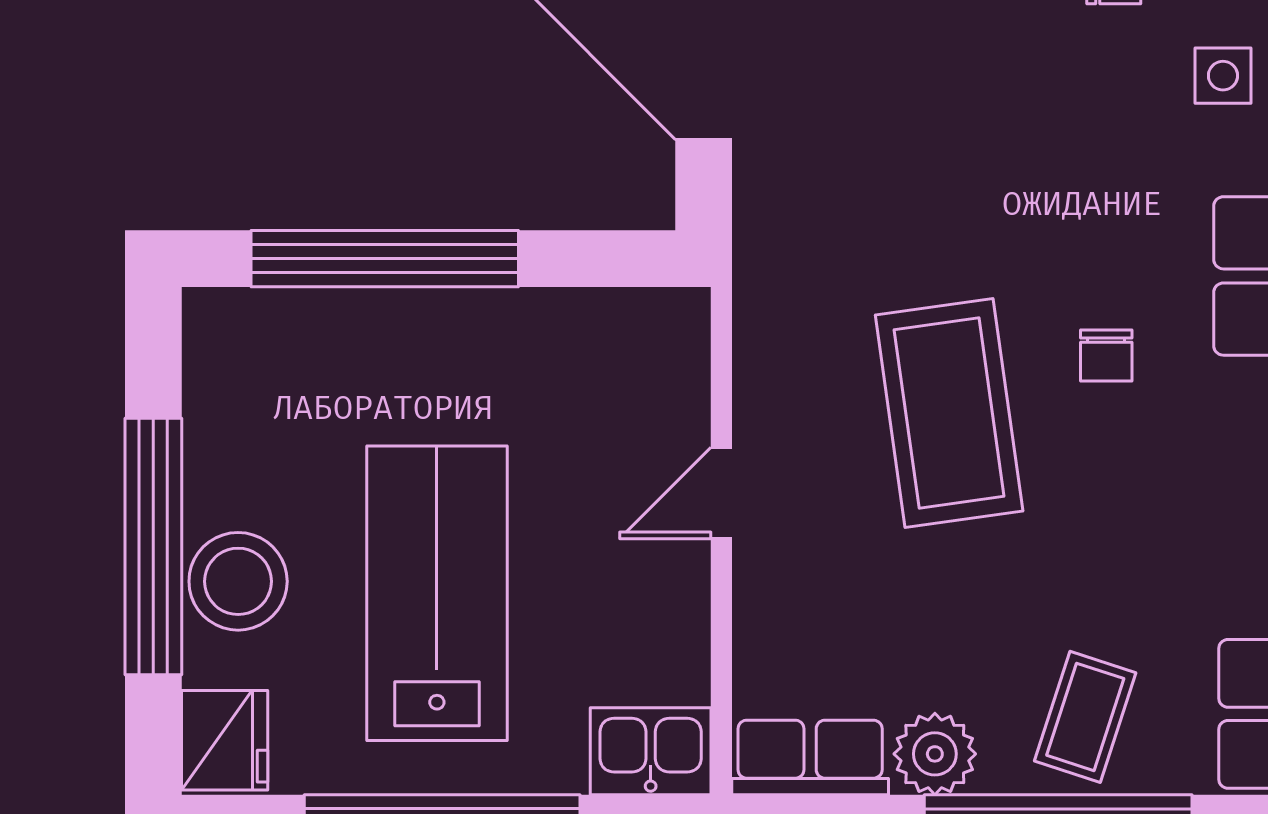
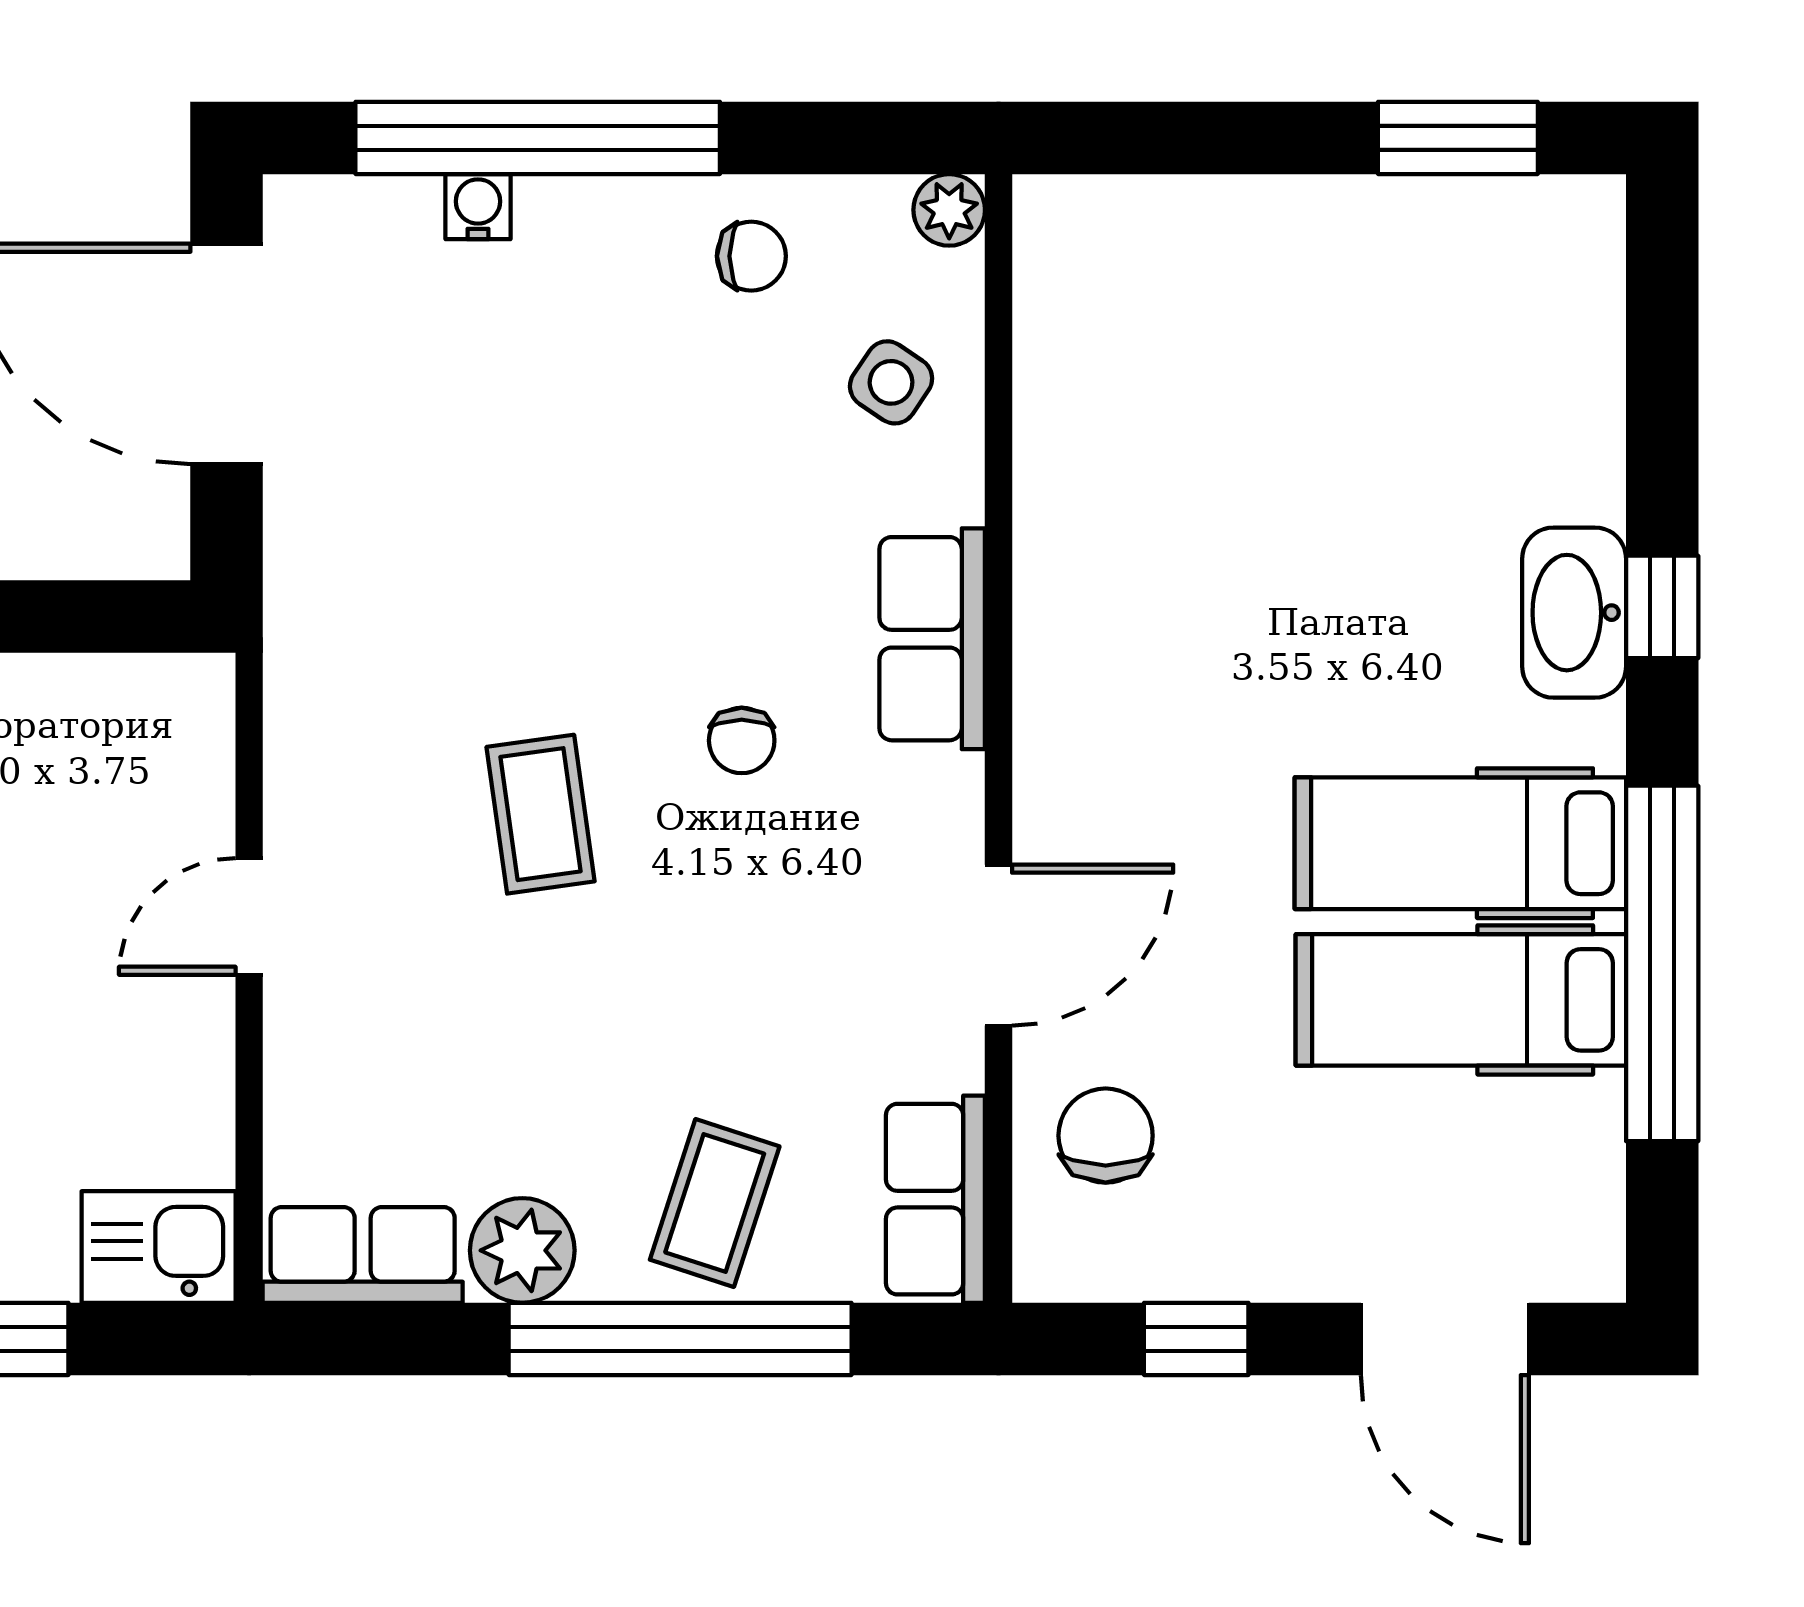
side table: (1223, 76) -> (891, 382), turned 34
coffee table: (949, 413) -> (541, 814), width x0.54, depth x0.58

